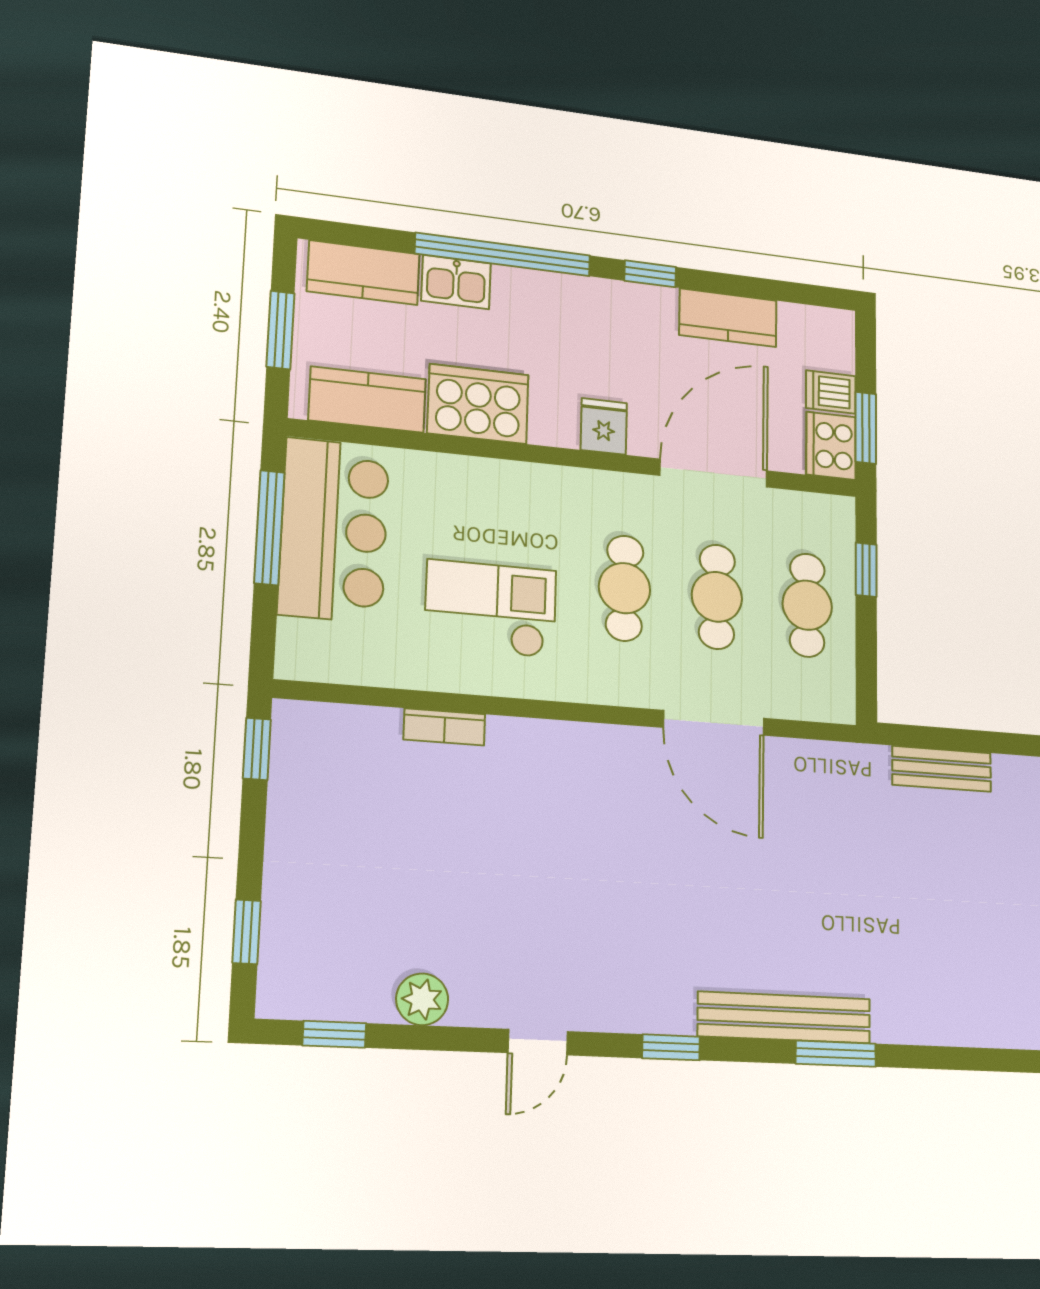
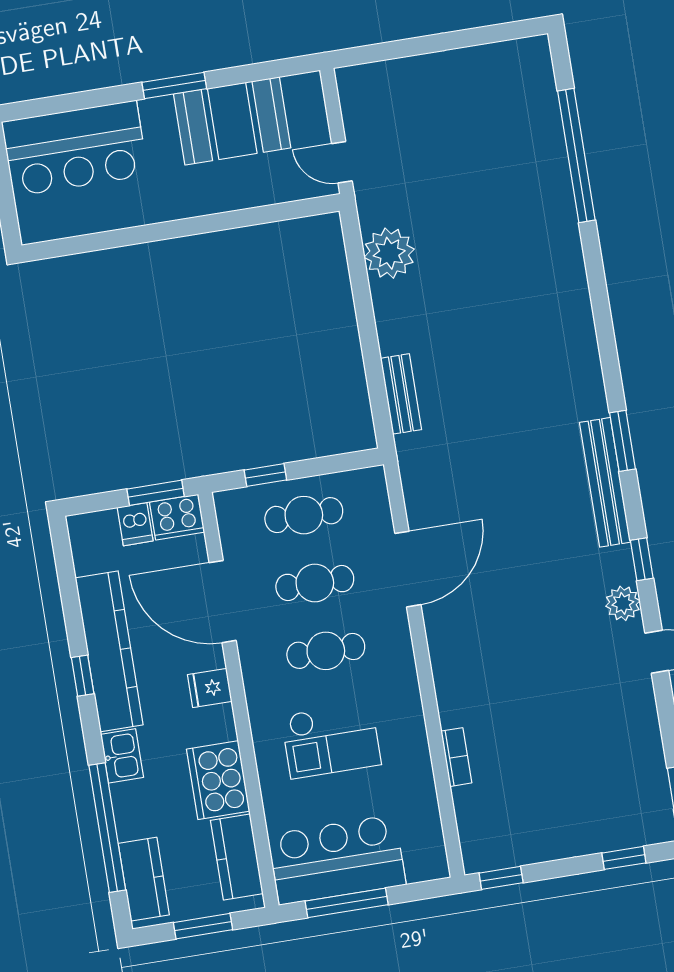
window: (503, 255) -> (107, 828), moved
kitchen sink: (456, 282) -> (122, 756), moved
kitchen counter: (728, 318) -> (109, 651), width x2.08, depth x1.17
checkout: (491, 609) -> (331, 740), moved, turned -90
plant: (422, 999) -> (623, 603), moved

